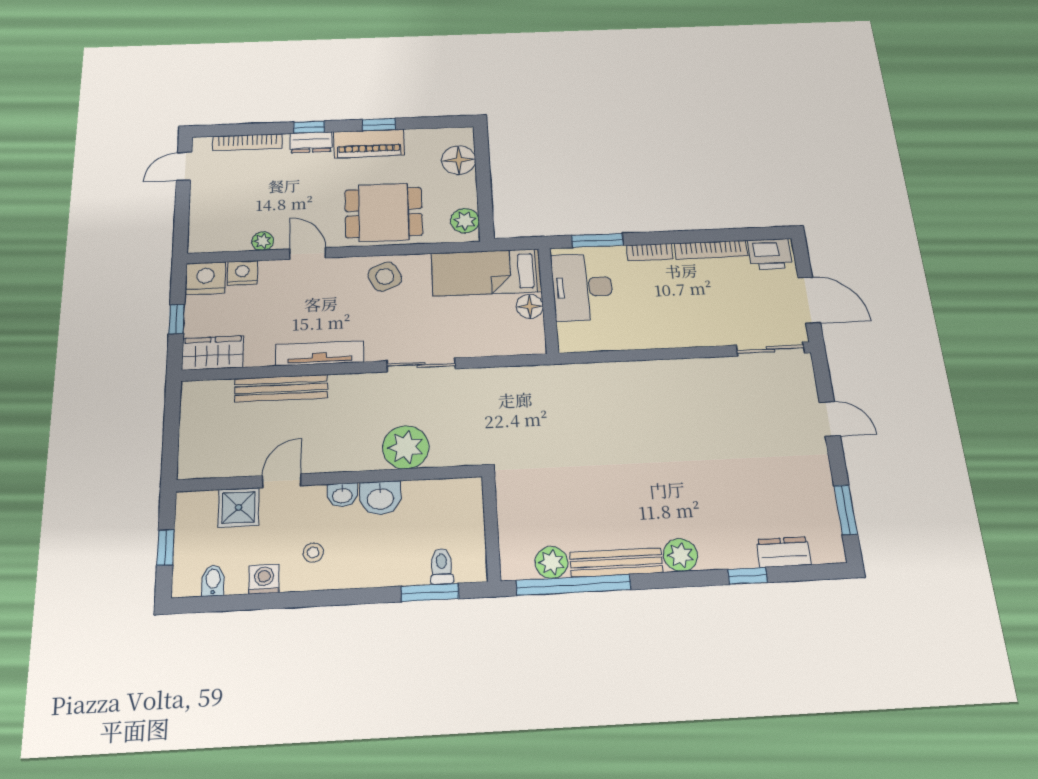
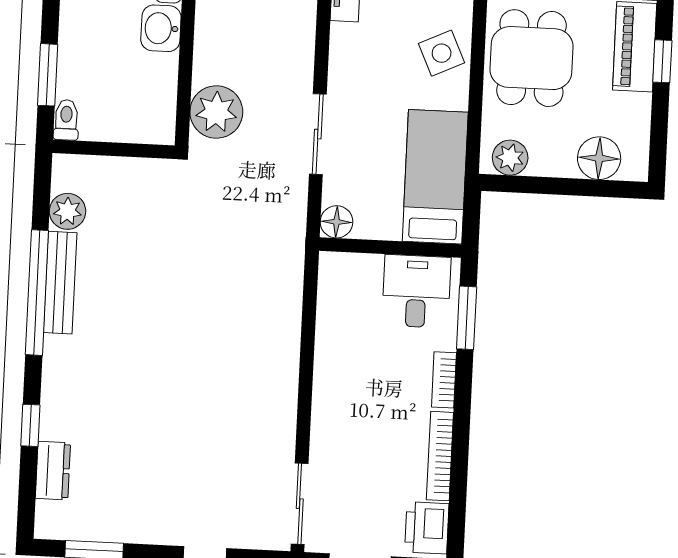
desk: (582, 287) -> (416, 291), width x0.73
floor lamp: (530, 306) -> (337, 222), moved
sliding door: (421, 365) -> (318, 134), moved
plant: (406, 447) -> (216, 112), moved
plant: (680, 555) -> (61, 355), removed
toilet: (442, 566) -> (66, 120), moved, turned -90
window: (573, 585) -> (37, 293), moved

